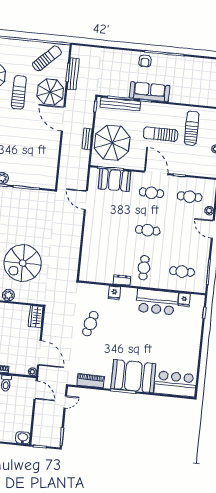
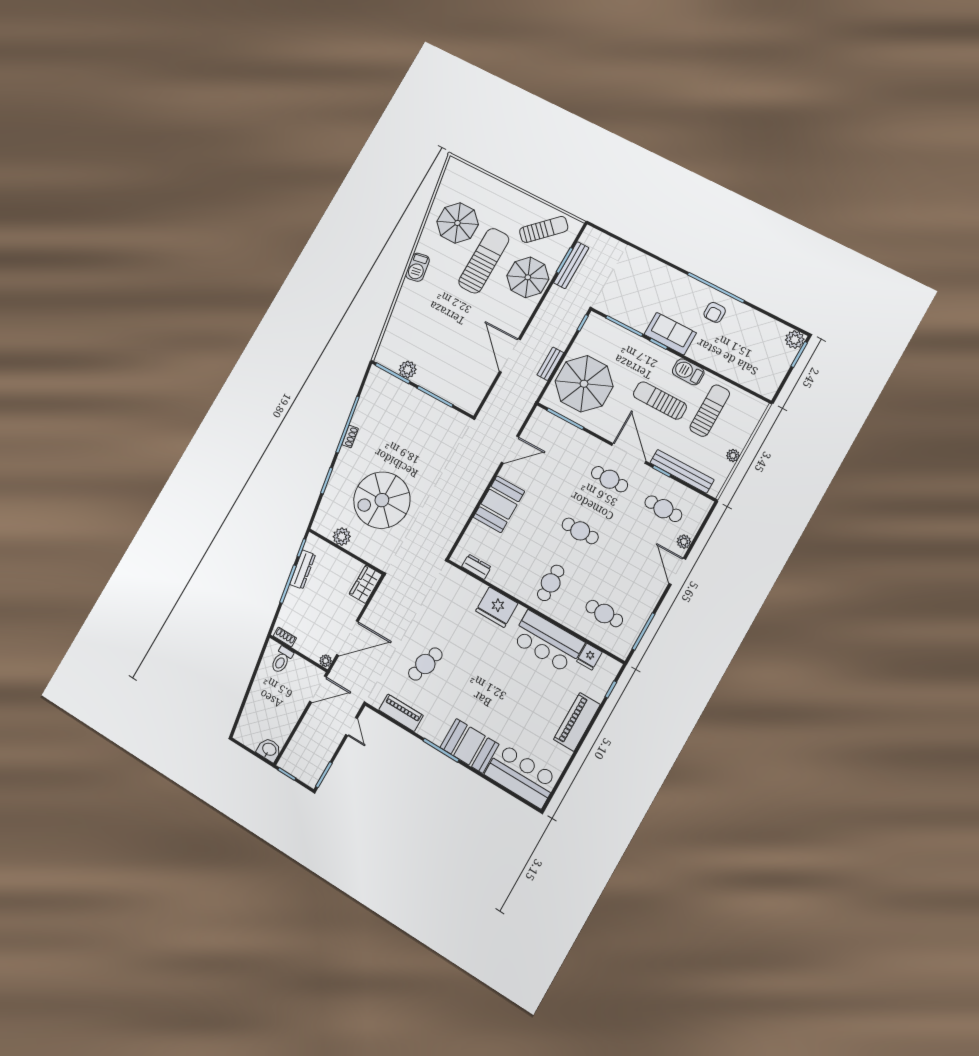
armchair: (145, 61) -> (715, 312), moved
sun lounger: (19, 92) -> (484, 261), width x1.36, depth x1.34
sofa: (150, 92) -> (670, 334), width x0.73
bench: (120, 104) -> (682, 471), moved
barbecue: (170, 110) -> (688, 372), added
door: (63, 119) -> (510, 355), moved
booth: (115, 180) -> (499, 504), moved, turned 90
door: (86, 200) -> (510, 450), swing flipped
dresser: (122, 280) -> (476, 567), moved
fridge: (114, 293) -> (497, 607), width x1.88, depth x1.34
cafe table: (90, 324) -> (425, 664), moved
piano: (193, 340) -> (577, 722), added
door: (39, 353) -> (347, 638), hinge flipped
booth: (133, 376) -> (469, 746), width x0.73, depth x0.70
door: (36, 390) -> (318, 689), hinge flipped
door: (65, 402) -> (352, 727), hinge flipped

